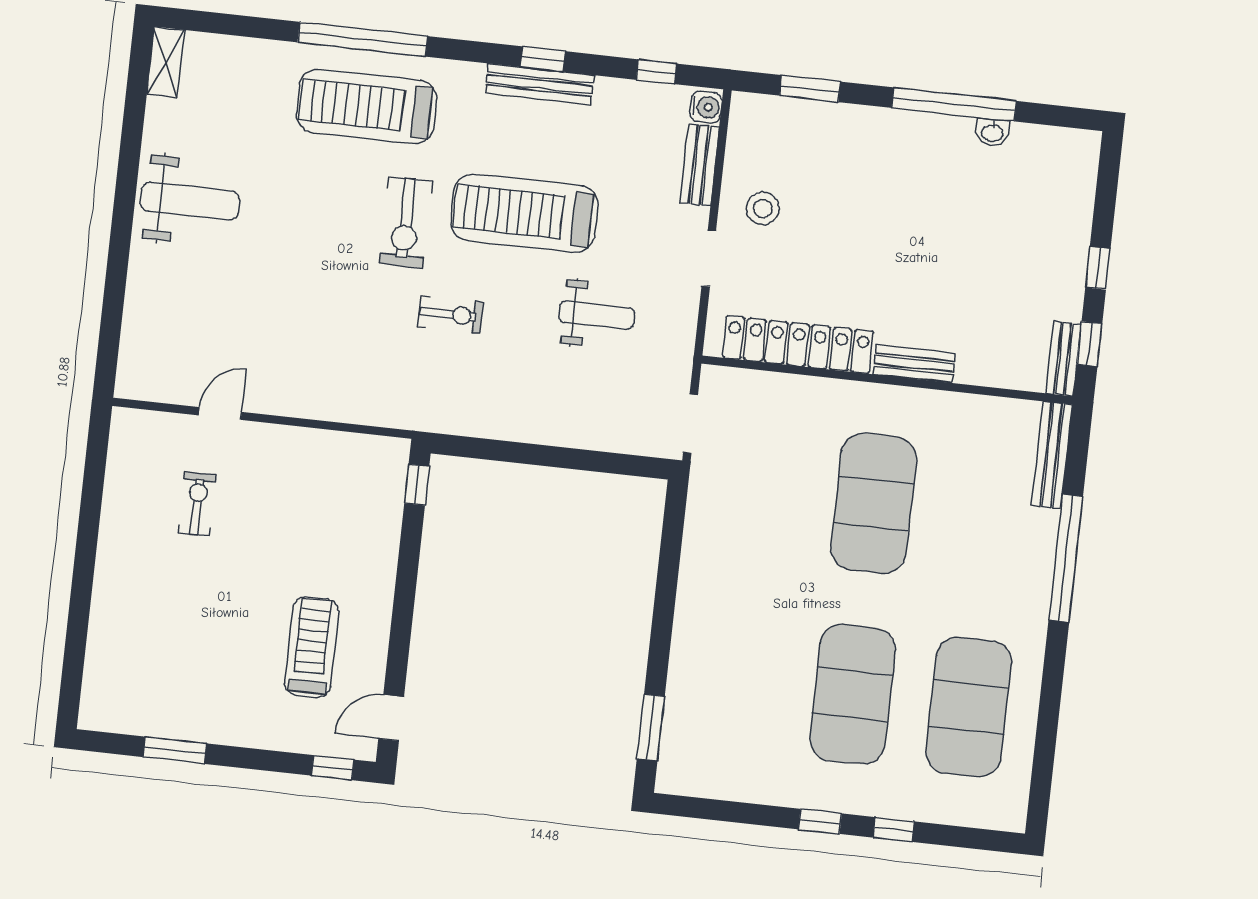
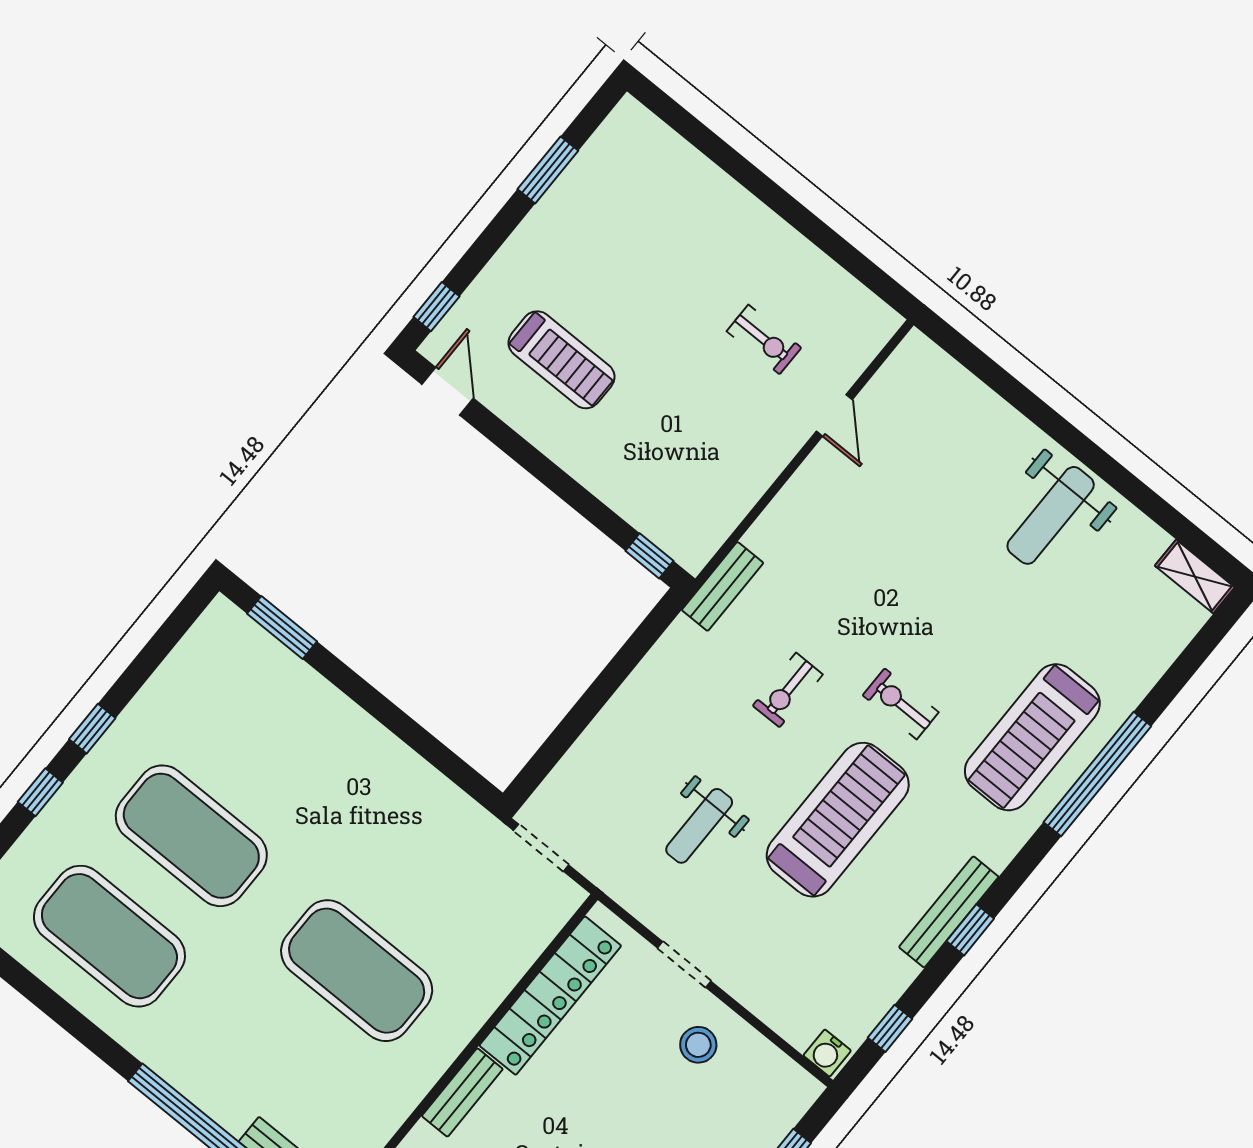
treadmill: (367, 106) -> (1032, 737), turned 180
bench: (700, 165) -> (723, 586), moved, turned 90
exercise bike: (406, 222) -> (901, 704), width x0.73, depth x0.72

